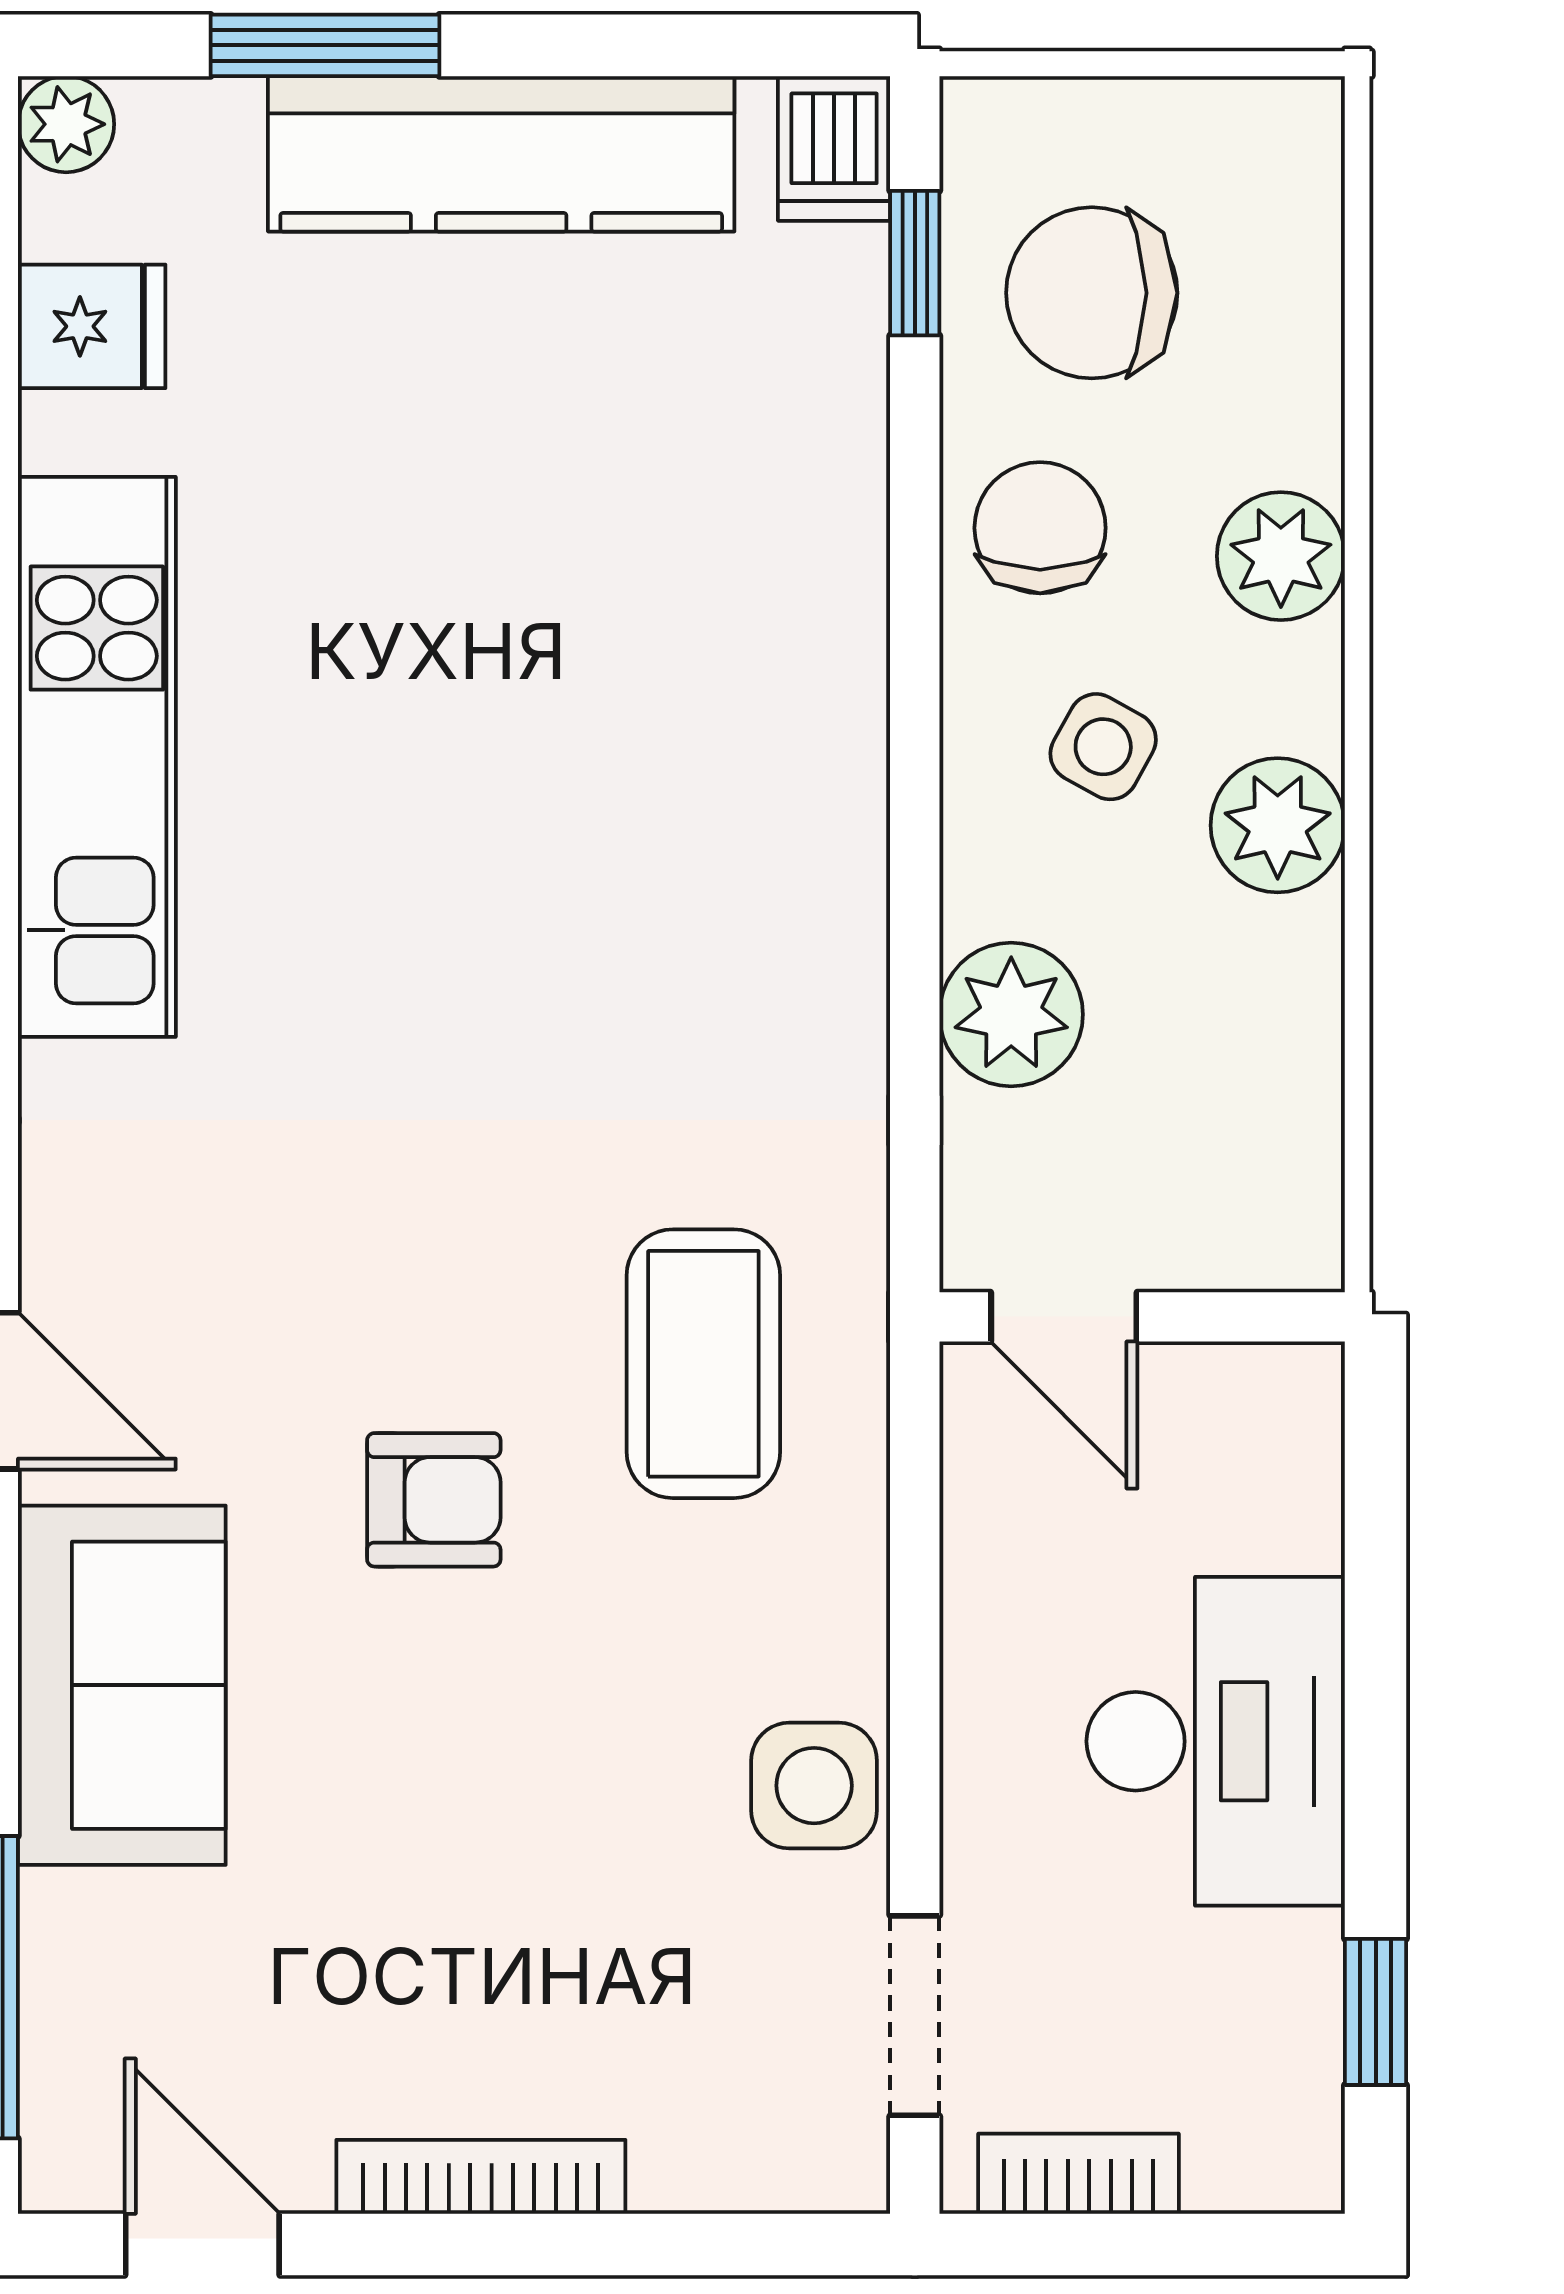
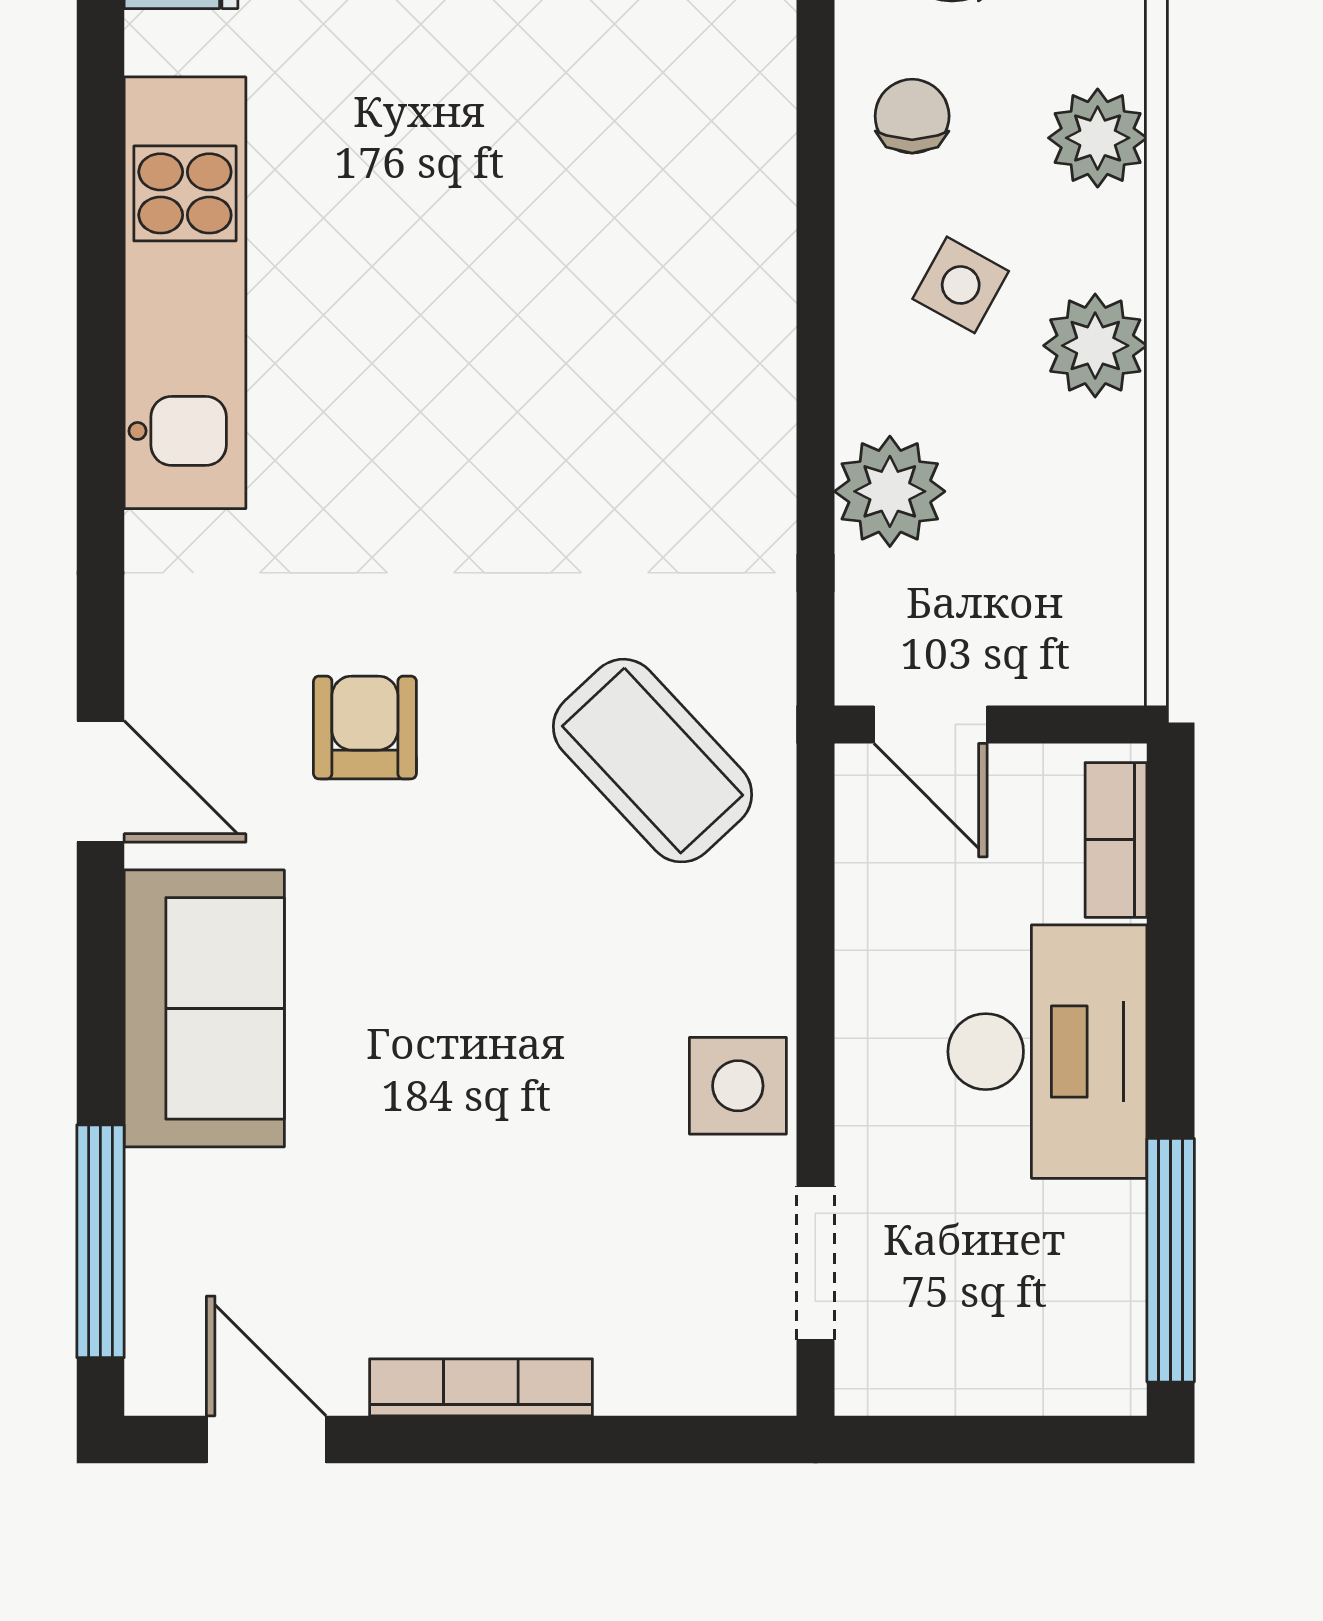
chair: (1040, 528) -> (912, 116), width x0.73, depth x0.73
coffee table: (703, 1364) -> (653, 761), turned -43
armchair: (434, 1500) -> (365, 727), moved, turned -90
window: (1376, 2012) -> (1171, 1260), width x2.17
bookcase: (1078, 2174) -> (1116, 840), moved, turned -90

